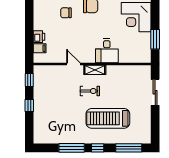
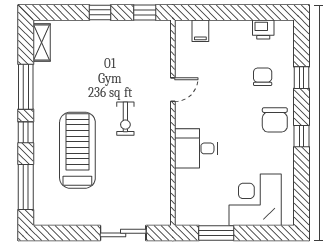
printer: (39, 37) -> (263, 29), moved
shelving: (95, 70) -> (42, 42), moved

